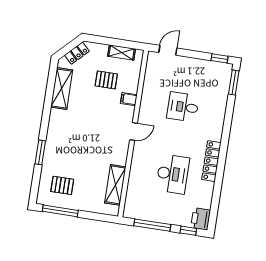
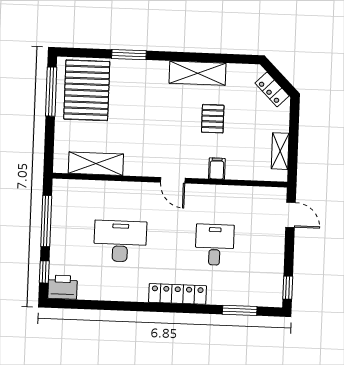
pallet: (106, 80) -> (213, 119), moved
window: (234, 83) -> (240, 310), moved
shelving: (62, 89) -> (198, 73), moved
locker: (211, 161) -> (178, 294), moved
desk: (173, 174) -> (120, 241), turned 180
pallet: (62, 185) -> (87, 90), width x2.05, depth x2.00

